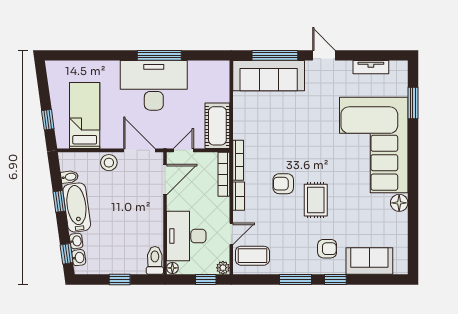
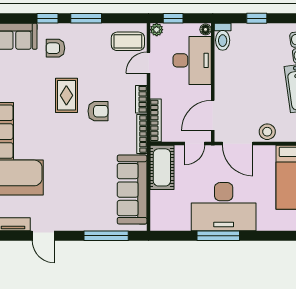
door: (324, 55) -> (43, 236), moved
sofa: (269, 76) -> (132, 190), moved, turned -90

